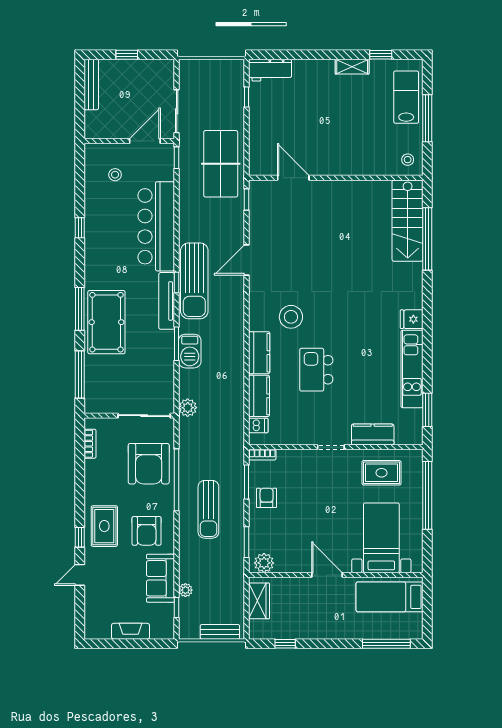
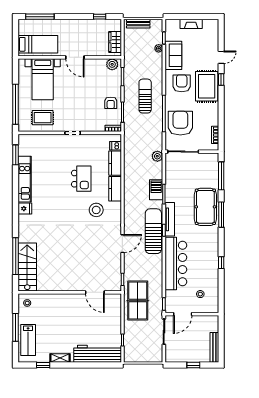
workbench: (270, 70) -> (98, 354), width x1.88, depth x1.32
kitchen counter: (373, 434) -> (48, 140), removed
rug: (104, 526) -> (207, 86), width x1.36, depth x1.43

